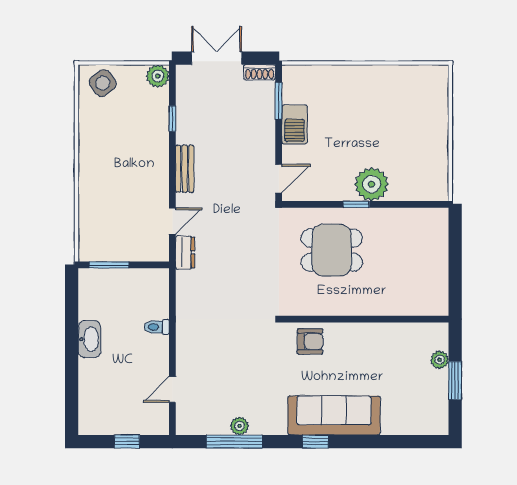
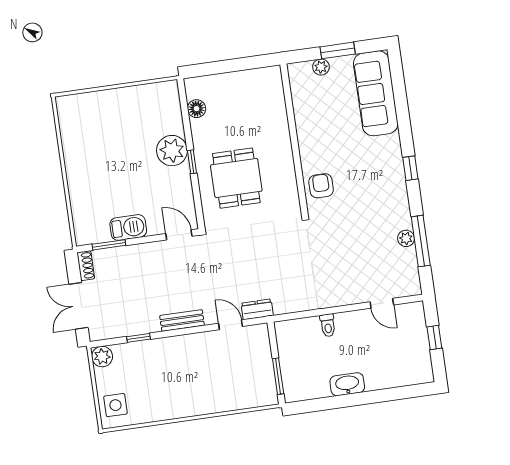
side table: (103, 83) -> (115, 405), turned 36
floor lamp: (414, 218) -> (197, 109), added
sofa: (334, 415) -> (376, 93), moved

